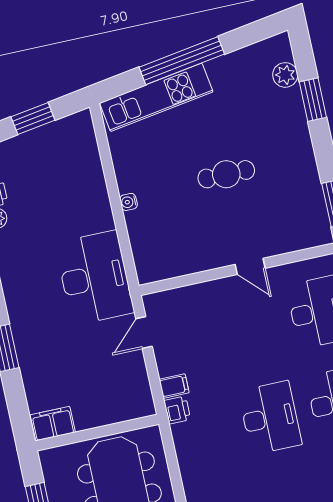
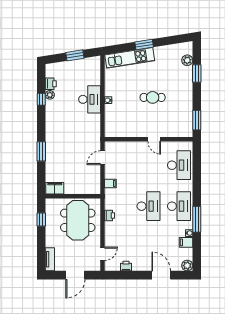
window: (182, 61) -> (144, 45), width x0.47
desk: (95, 278) -> (90, 99), moved, width x0.73, depth x0.77
printer: (177, 410) -> (109, 216), moved

